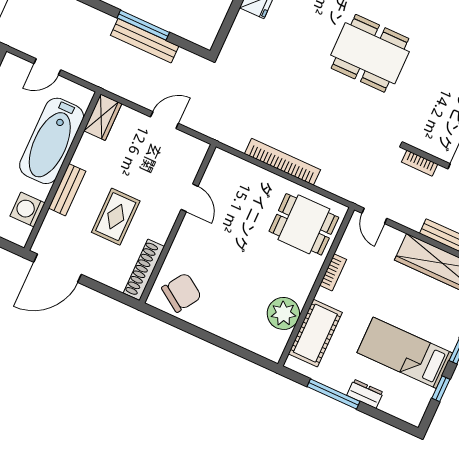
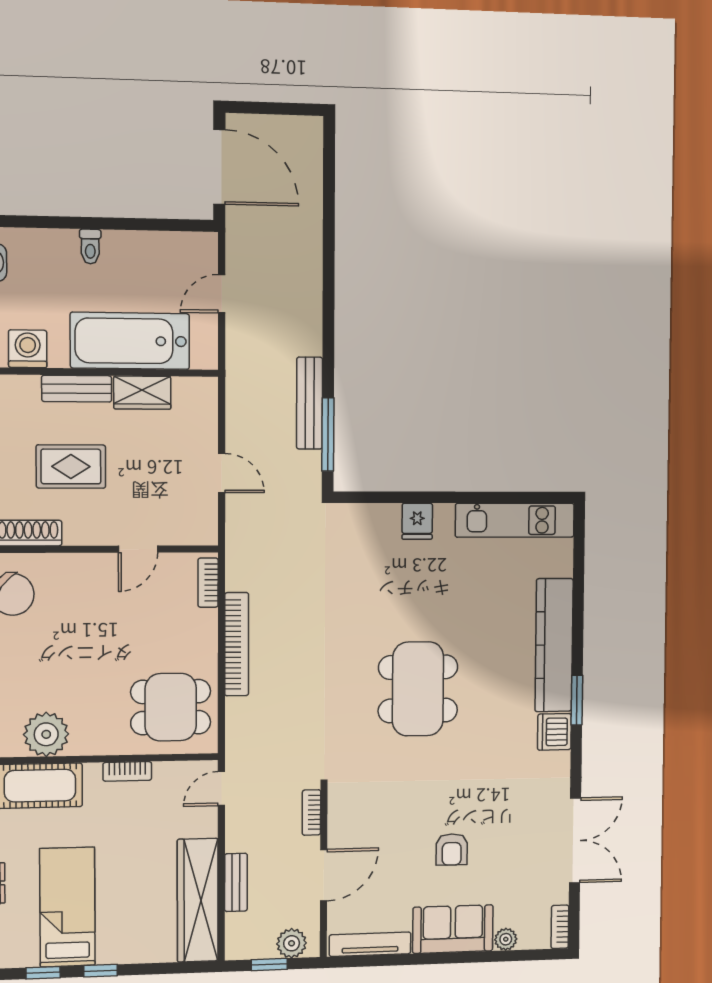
window: (143, 25) -> (328, 434), moved
door: (47, 67) -> (222, 294), hinge flipped
wardrobe: (103, 117) -> (142, 393), moved
bookcase: (233, 162) -> (208, 583), added
dining table: (304, 224) -> (171, 707), turned 90

